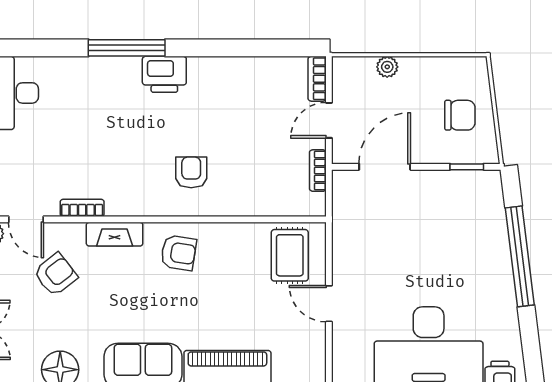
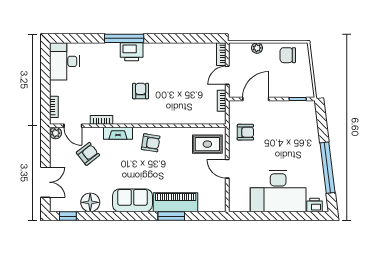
printer: (164, 74) -> (132, 52), moved
chair: (460, 115) -> (288, 55), moved, turned 180
armchair: (191, 172) -> (141, 91), moved
armchair: (364, 232) -> (245, 132), added
rug: (290, 255) -> (207, 144), turned 90
window: (520, 256) -> (328, 168), moved

